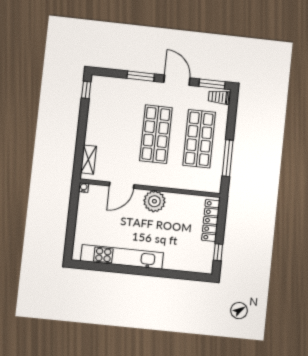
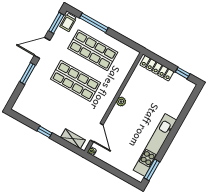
window: (86, 90) -> (45, 132), moved
window: (228, 158) -> (94, 23), moved
door: (122, 185) -> (97, 132), moved
plant: (154, 201) -> (121, 102), width x0.53, depth x0.53
window: (92, 266) -> (152, 170), added

